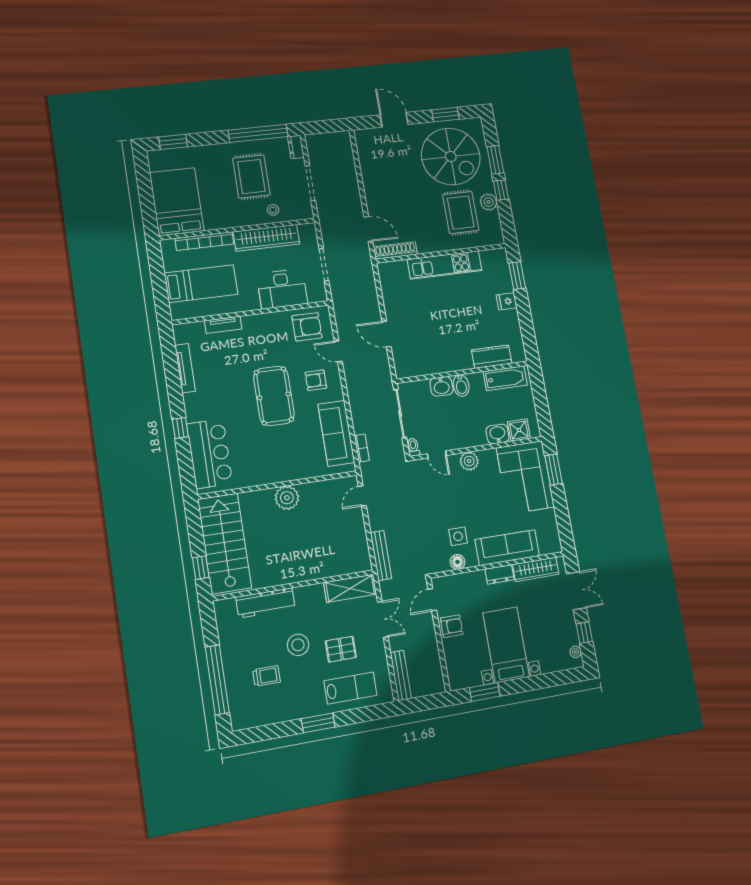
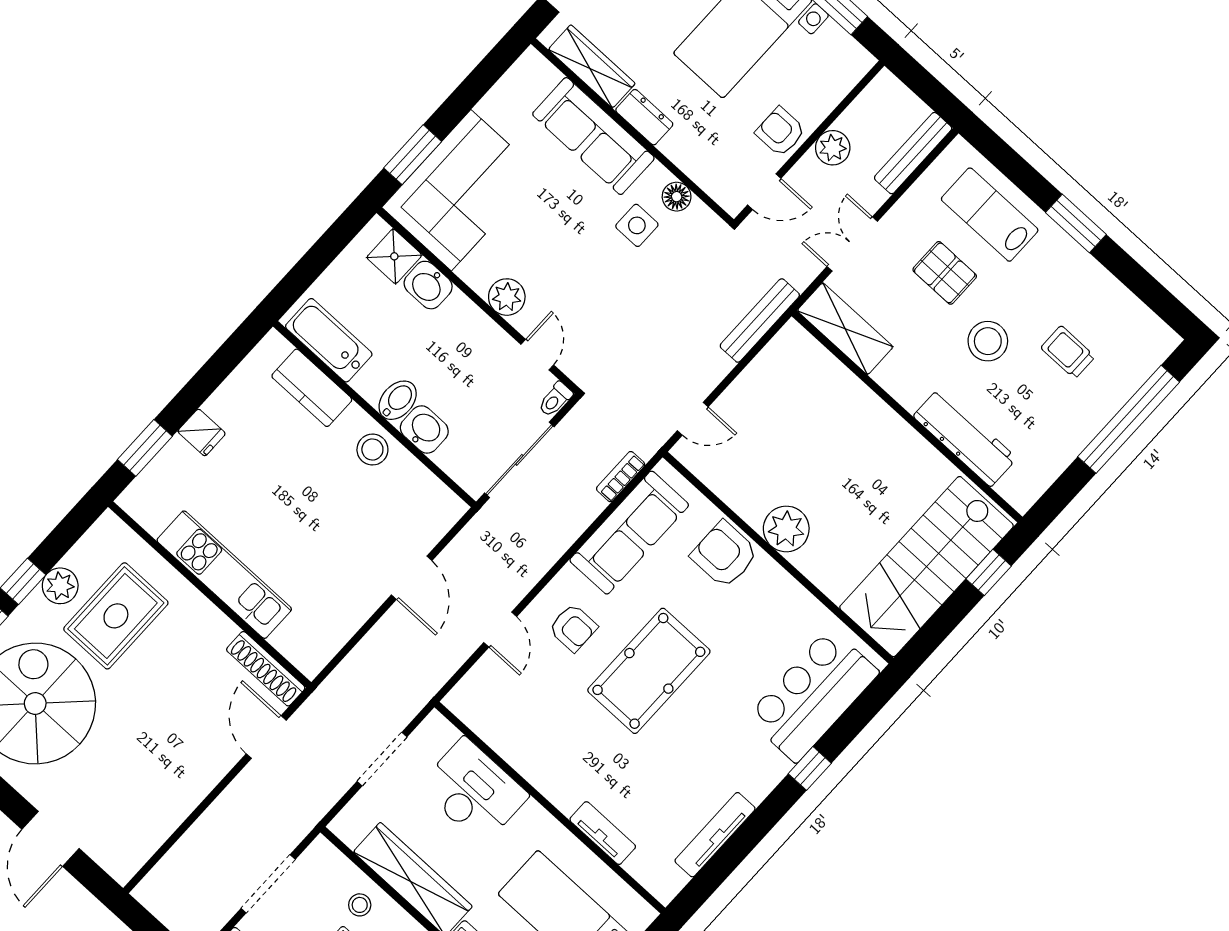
armchair: (307, 327) -> (724, 554), moved
stool: (449, 360) -> (372, 450), added
plant: (429, 643) -> (833, 148), added

